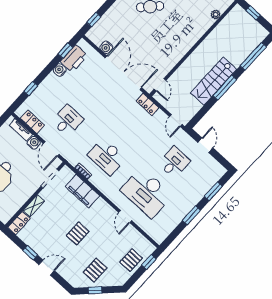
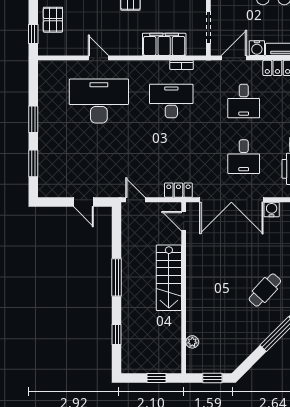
window: (253, 56) -> (117, 335), width x0.46
stairs: (214, 81) -> (169, 278), moved, turned 180
door: (51, 149) -> (234, 58), hinge flipped
desk: (174, 162) -> (244, 157), moved

